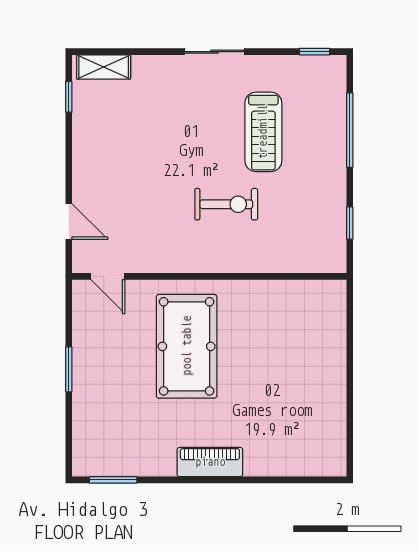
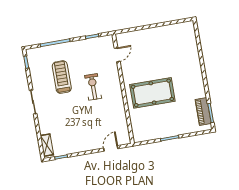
treadmill: (263, 132) -> (62, 77), turned -90
door: (108, 276) -> (117, 55), moved
piano: (210, 462) -> (203, 112), moved

